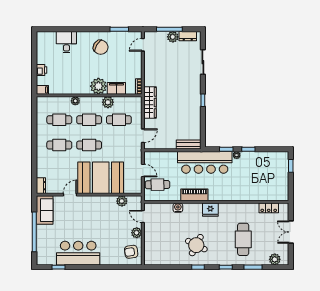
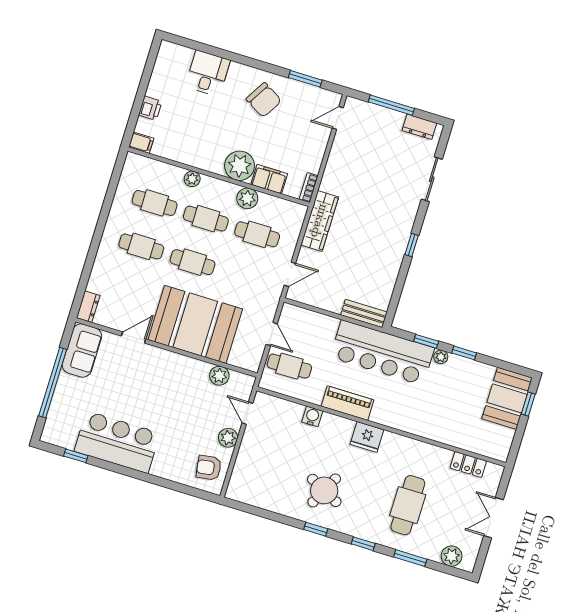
plant: (173, 37) -> (393, 120), removed
booth: (279, 166) -> (507, 398), added

